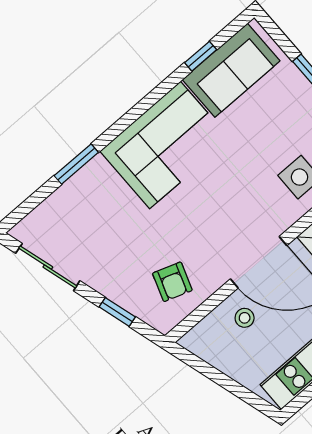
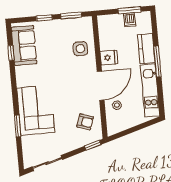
corner sofa: (165, 145) -> (36, 110), moved
window: (117, 312) -> (93, 145), moved

